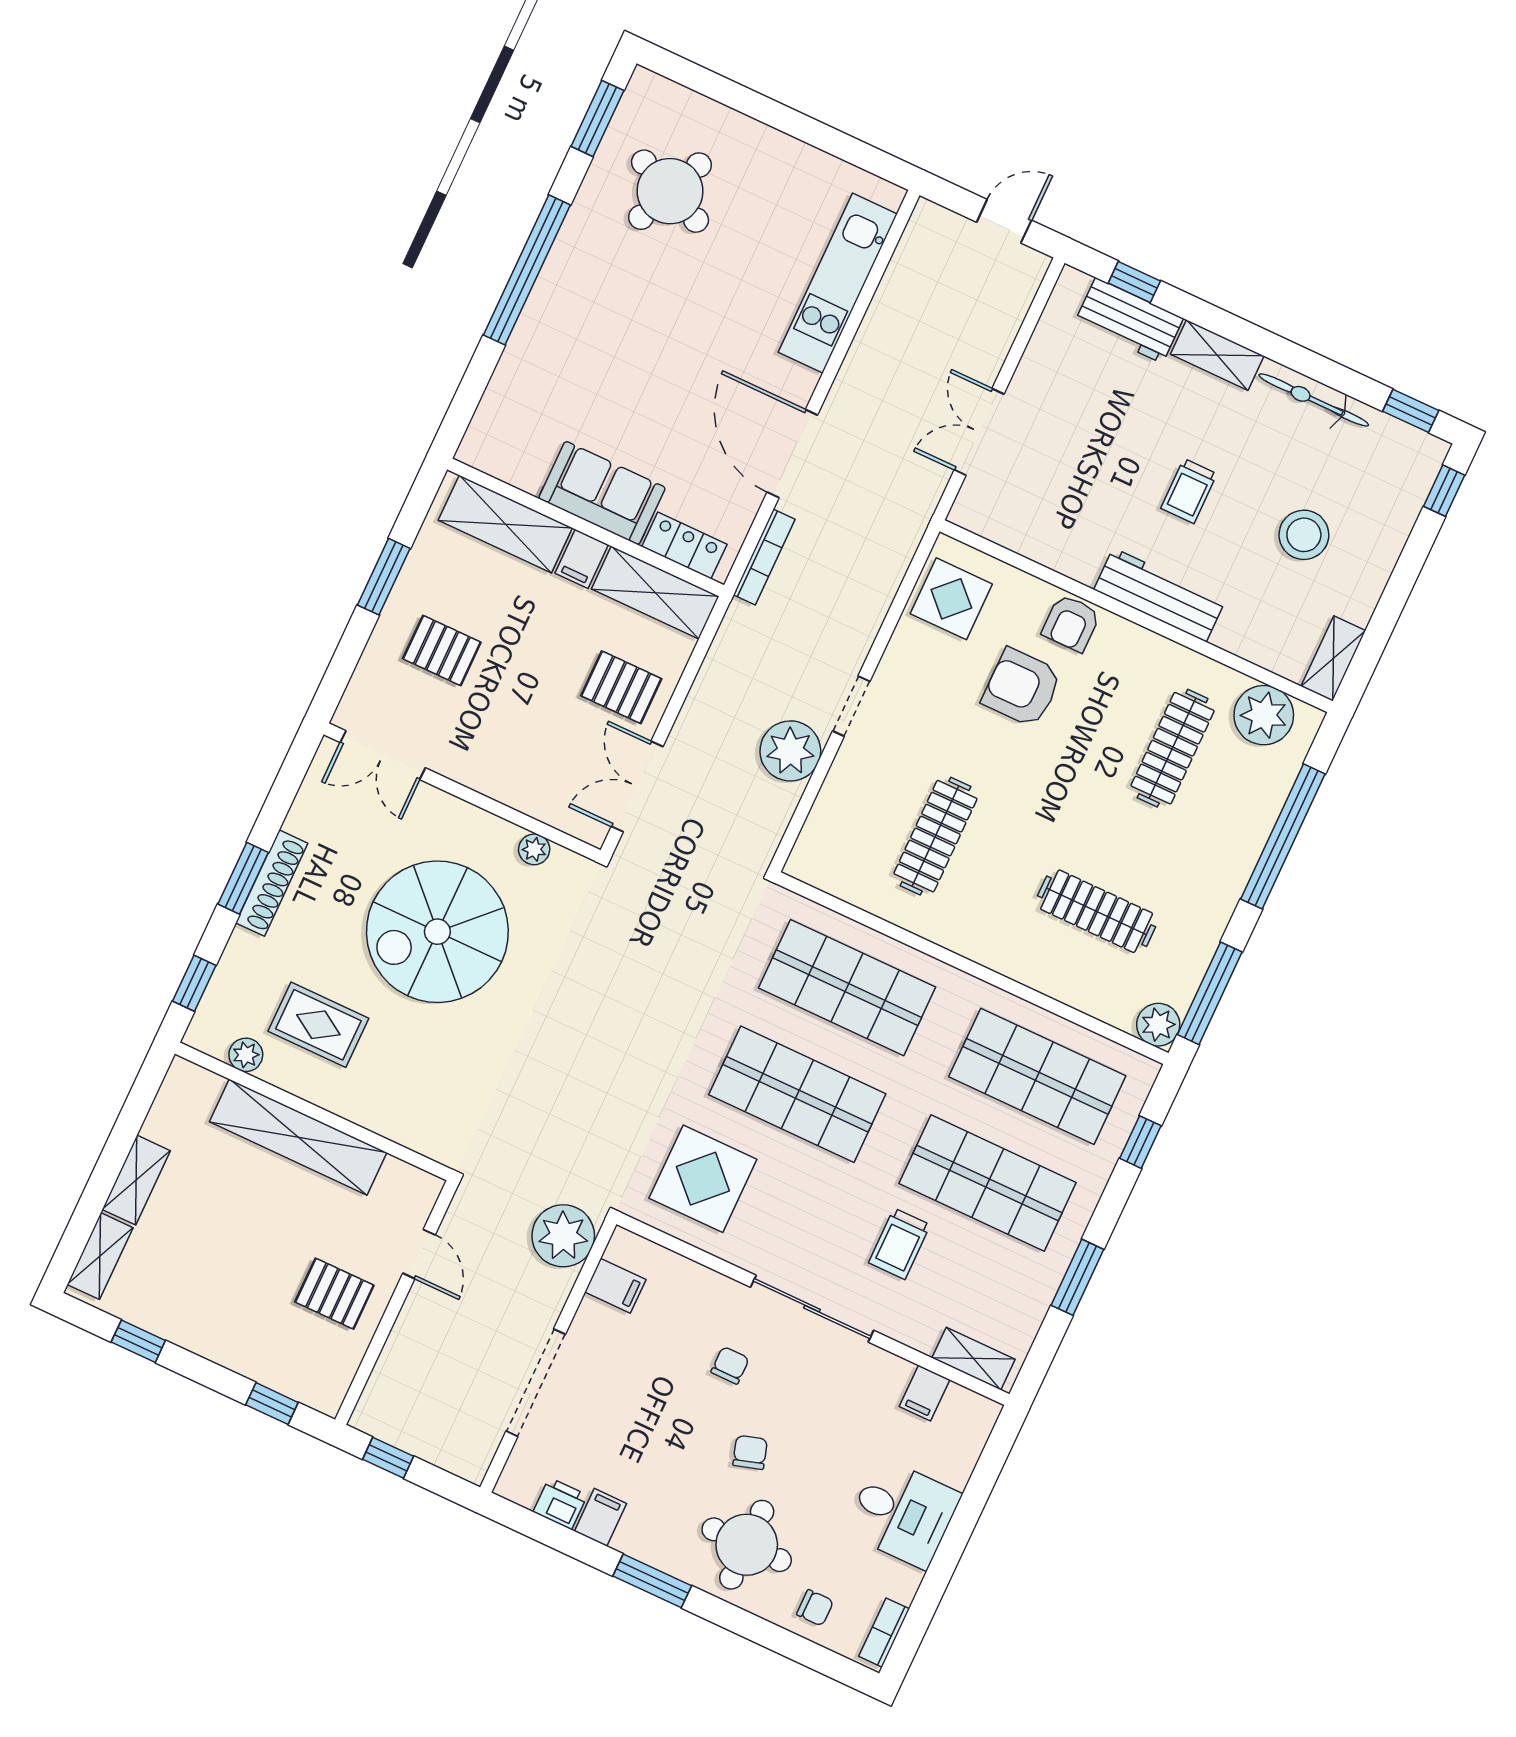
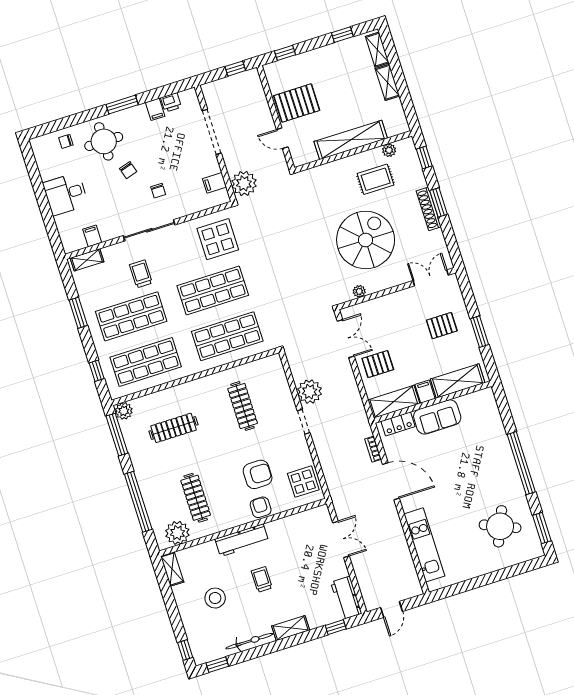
workbench: (1129, 320) -> (346, 598), moved, turned -90
bookcase: (764, 557) -> (373, 449), width x0.64
pallet: (334, 1294) -> (297, 103), width x1.50, depth x1.42
bookcase: (884, 1633) -> (38, 153), removed

